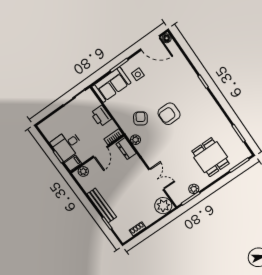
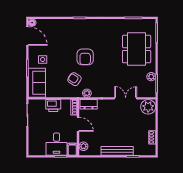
door: (150, 43) -> (27, 36), hinge flipped
dining table: (211, 157) -> (137, 49), width x1.37

